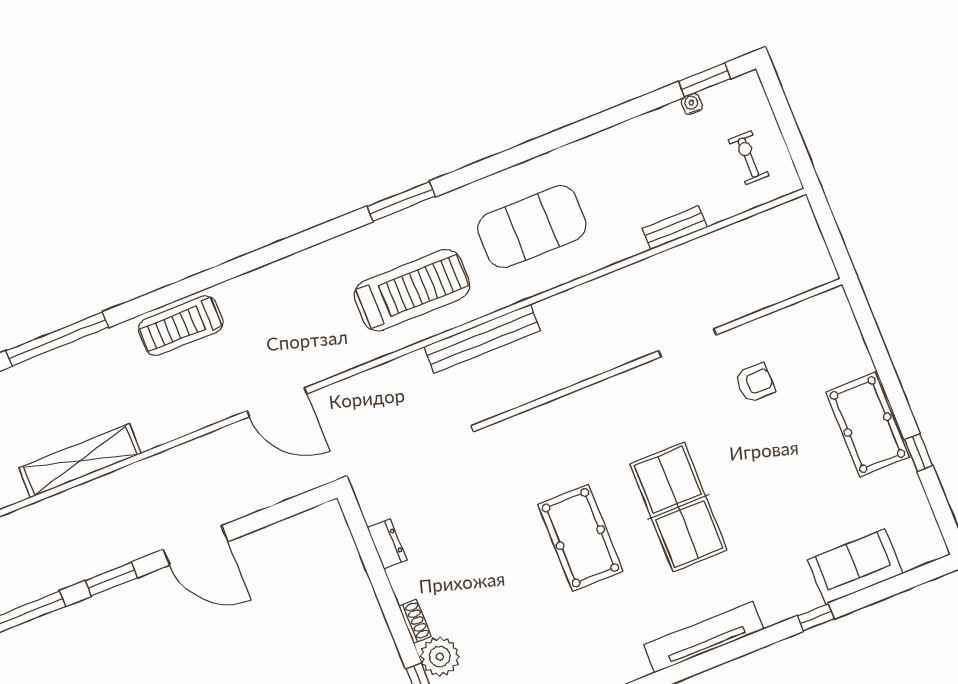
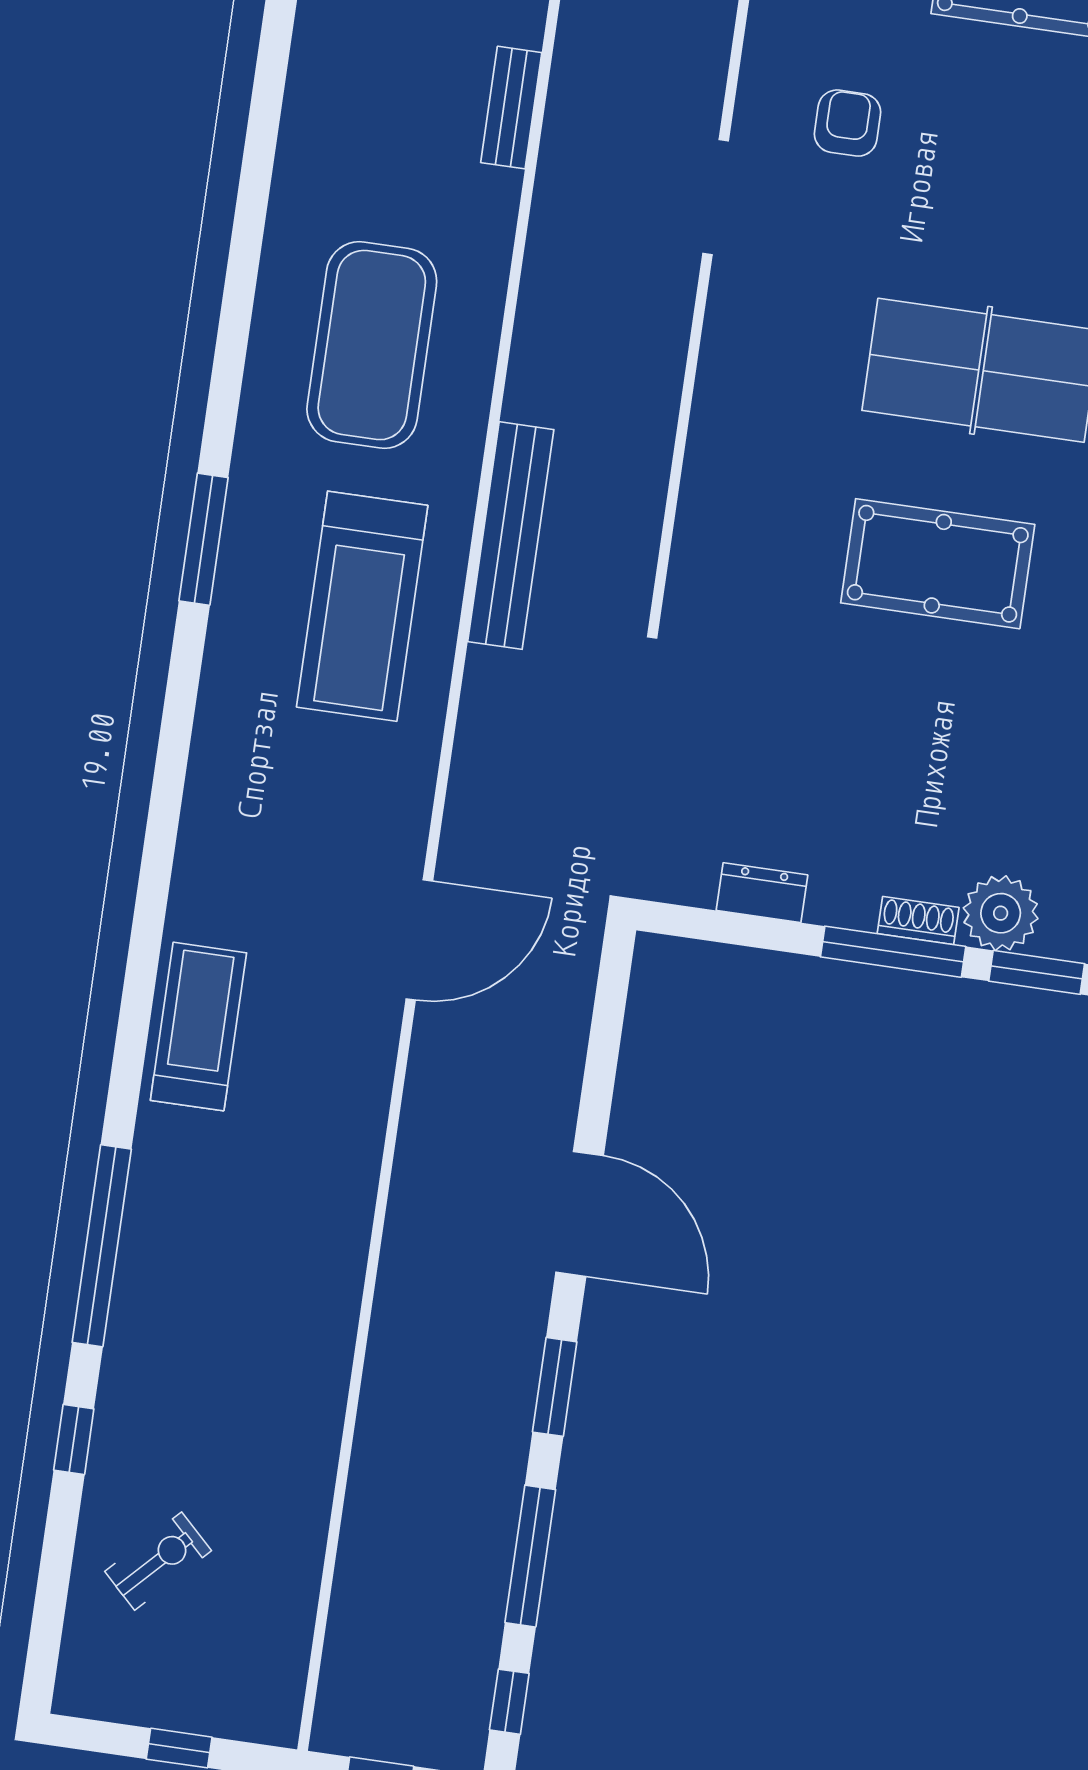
treadmill: (412, 290) -> (362, 606), turned 180
treadmill: (181, 326) -> (198, 1027), turned 180
shelving: (80, 461) -> (327, 1325), removed
door: (195, 545) -> (580, 1214), hinge flipped
window: (395, 618) -> (893, 952), added

